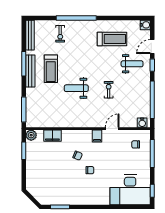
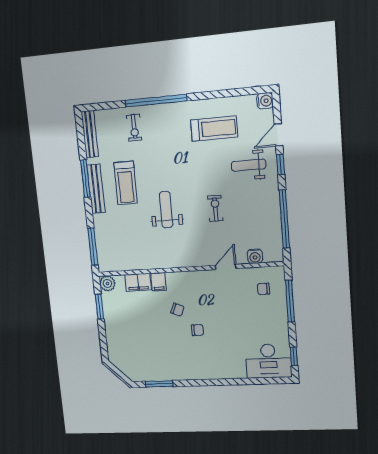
weight bench: (132, 64) -> (248, 165), turned 180
weight bench: (76, 88) -> (166, 210), turned 90
water cooler: (142, 123) -> (255, 256), moved
filing cabinet: (97, 136) -> (159, 282), moved
desk: (130, 190) -> (268, 361), width x0.73, depth x0.77

